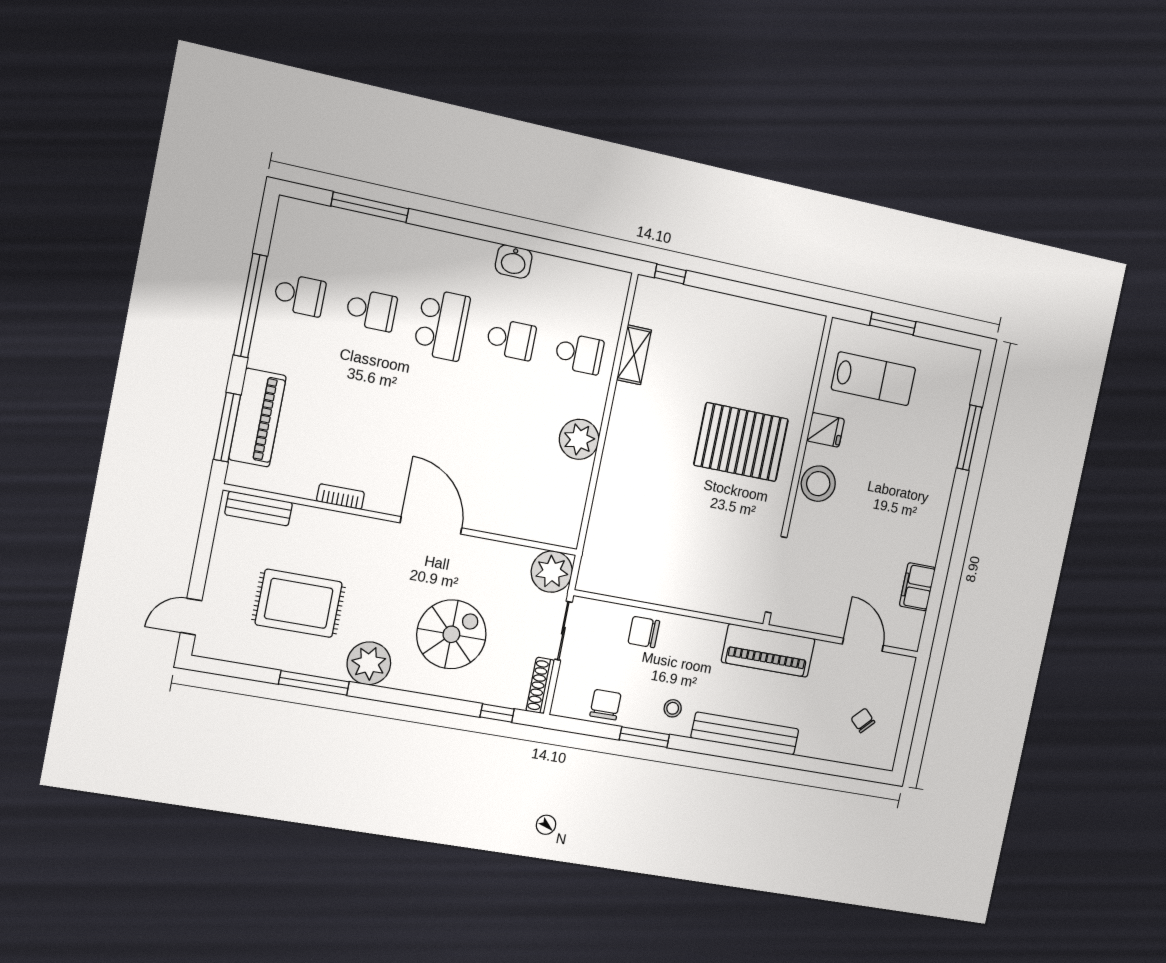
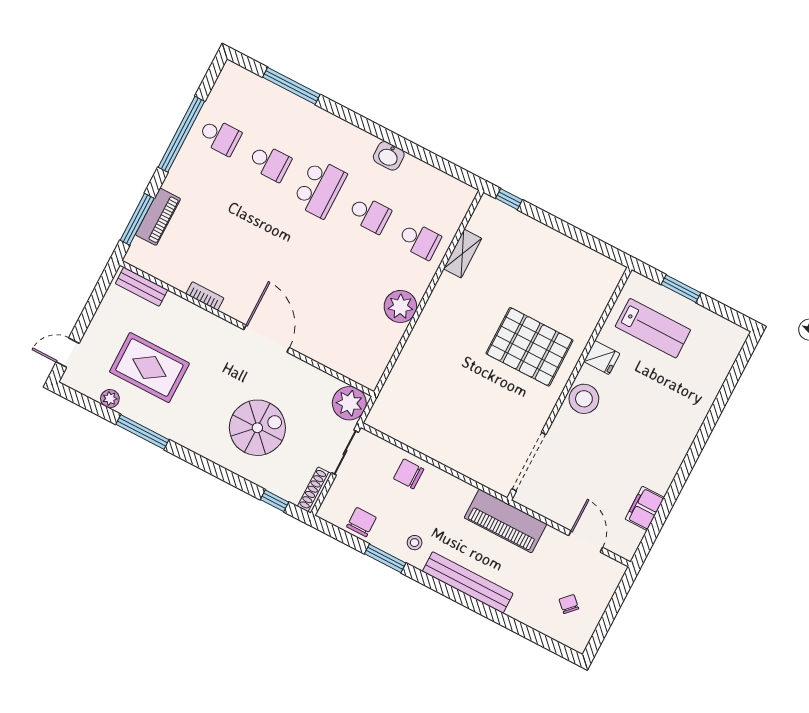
piano: (257, 418) -> (158, 217), width x0.73, depth x0.75
window: (969, 438) -> (722, 399), removed
plant: (369, 663) -> (110, 399), moved, width x0.53, depth x0.53

